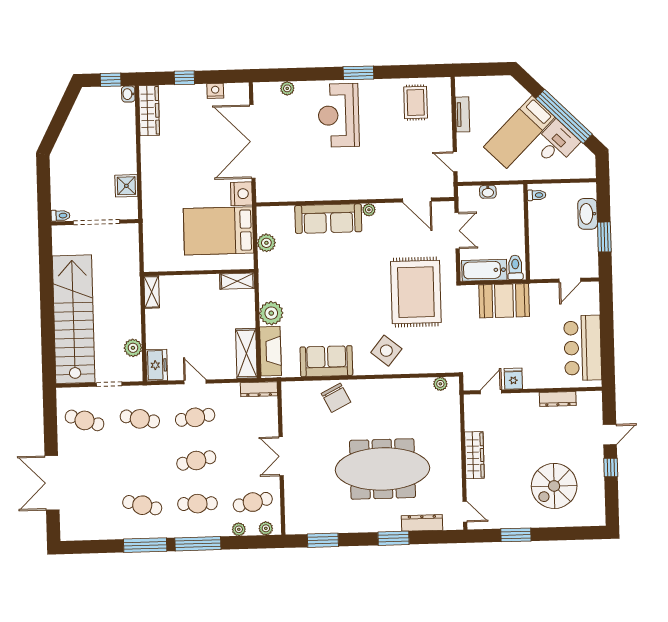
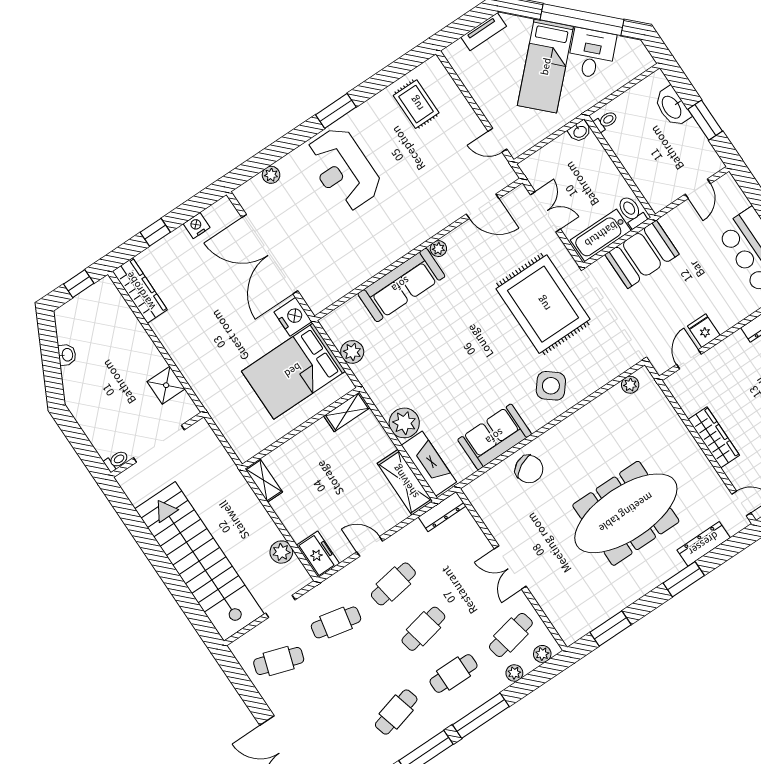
washbasin: (128, 94) -> (67, 355), moved, turned -153
tv unit: (462, 114) -> (484, 32), moved, turned 90
washbasin: (488, 192) -> (580, 131), moved
cafe table: (142, 505) -> (396, 712), turned -30

